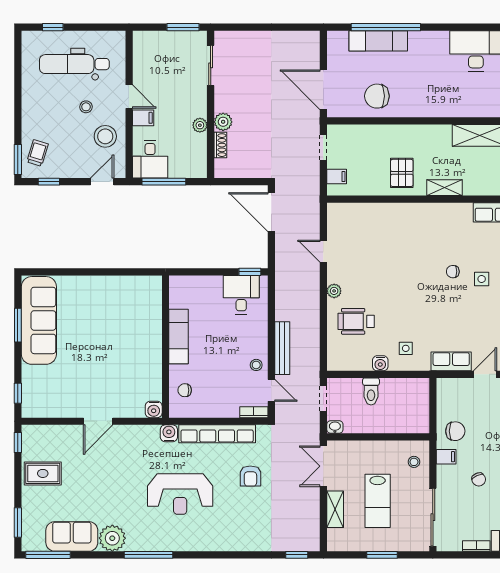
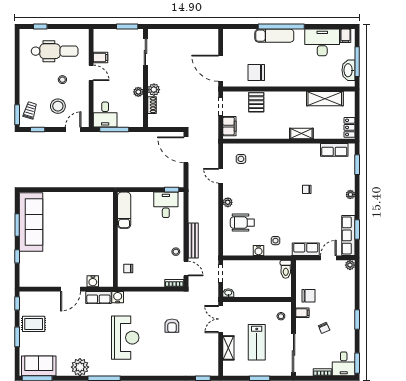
window: (386, 27) -> (281, 27), moved
exam couch: (378, 41) -> (274, 36), moved
dental chair: (74, 64) -> (55, 51), turned 180
filing cabinet: (143, 118) -> (100, 57), moved
stool: (105, 136) -> (58, 106), moved
pallet: (402, 173) -> (256, 102), moved
filing cabinet: (337, 177) -> (229, 126), width x2.00
side table: (482, 279) -> (241, 159), moved
exam couch: (179, 337) -> (124, 210), moved
toilet: (371, 391) -> (286, 269), moved
window: (18, 393) -> (17, 256), moved
water cooler: (154, 409) -> (93, 281), moved
row of seats: (217, 434) -> (98, 297), moved, width x0.50
reception desk: (180, 494) -> (125, 338), turned -90
window: (18, 522) -> (17, 337), moved
sofa: (72, 536) -> (39, 366), moved

